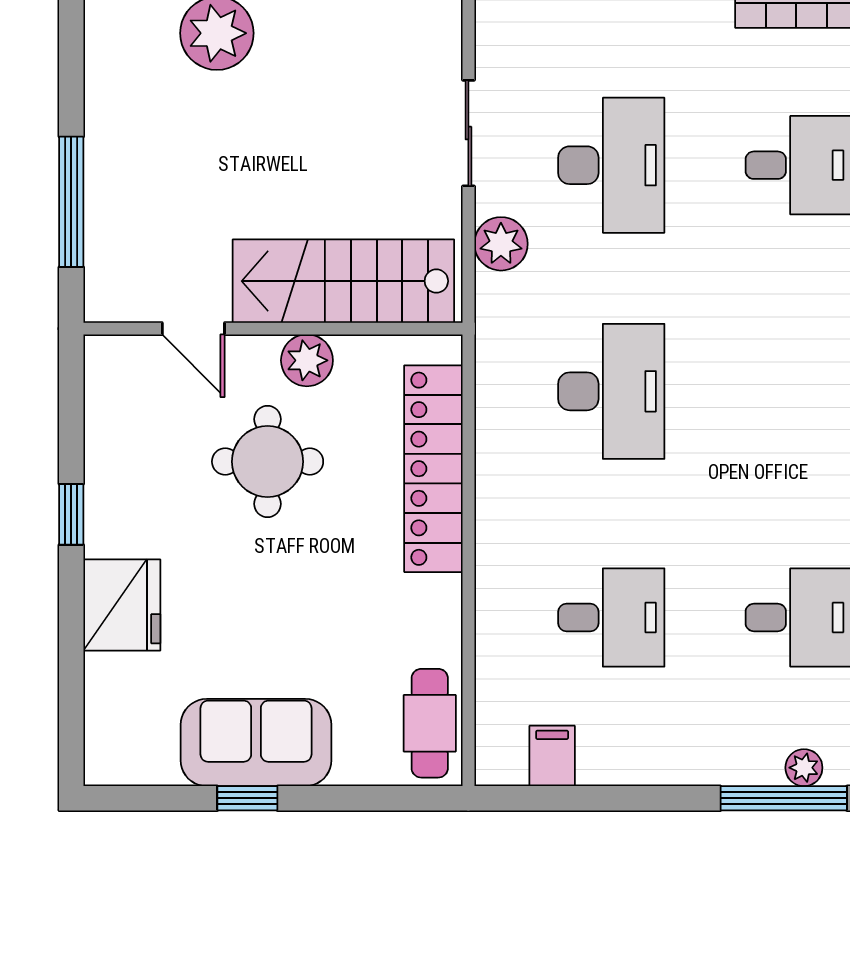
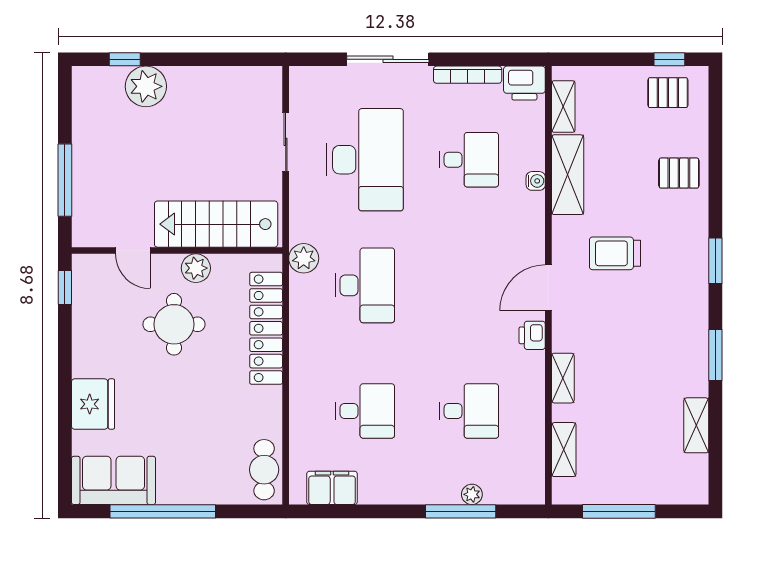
desk: (611, 165) -> (365, 160), width x1.36, depth x1.30
plant: (501, 244) -> (304, 258), moved
window: (71, 514) -> (65, 287), moved
sofa: (256, 743) -> (114, 480), moved
filing cabinet: (552, 756) -> (332, 488), width x2.00
window: (247, 798) -> (163, 511), width x3.17

